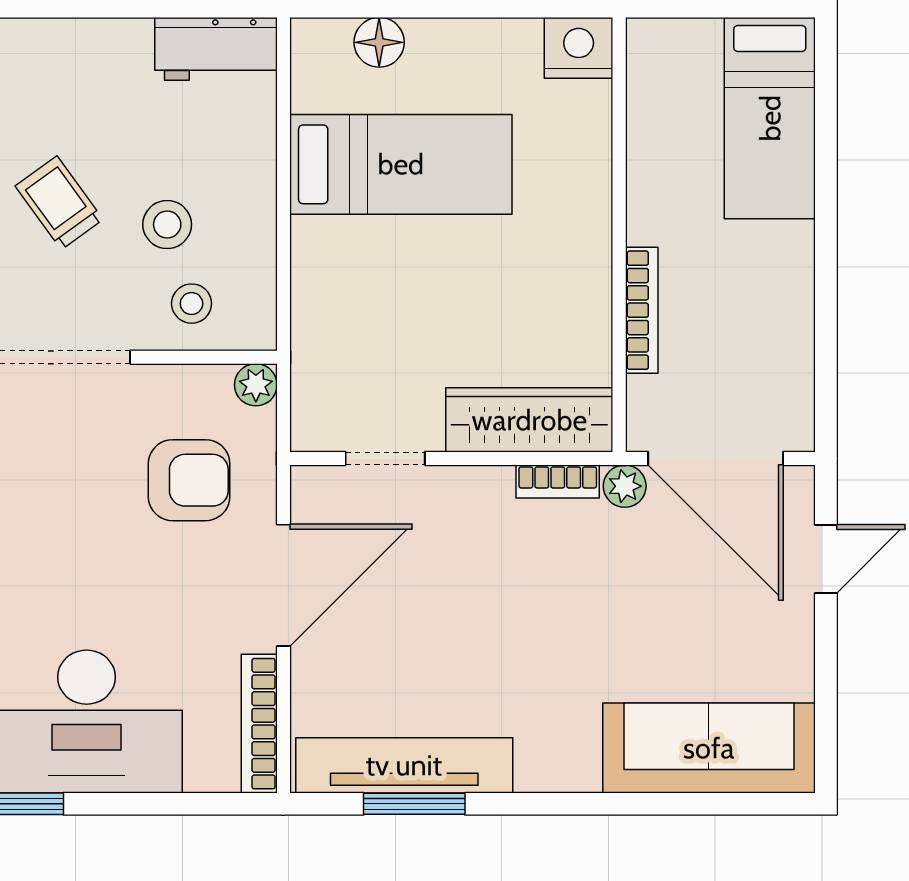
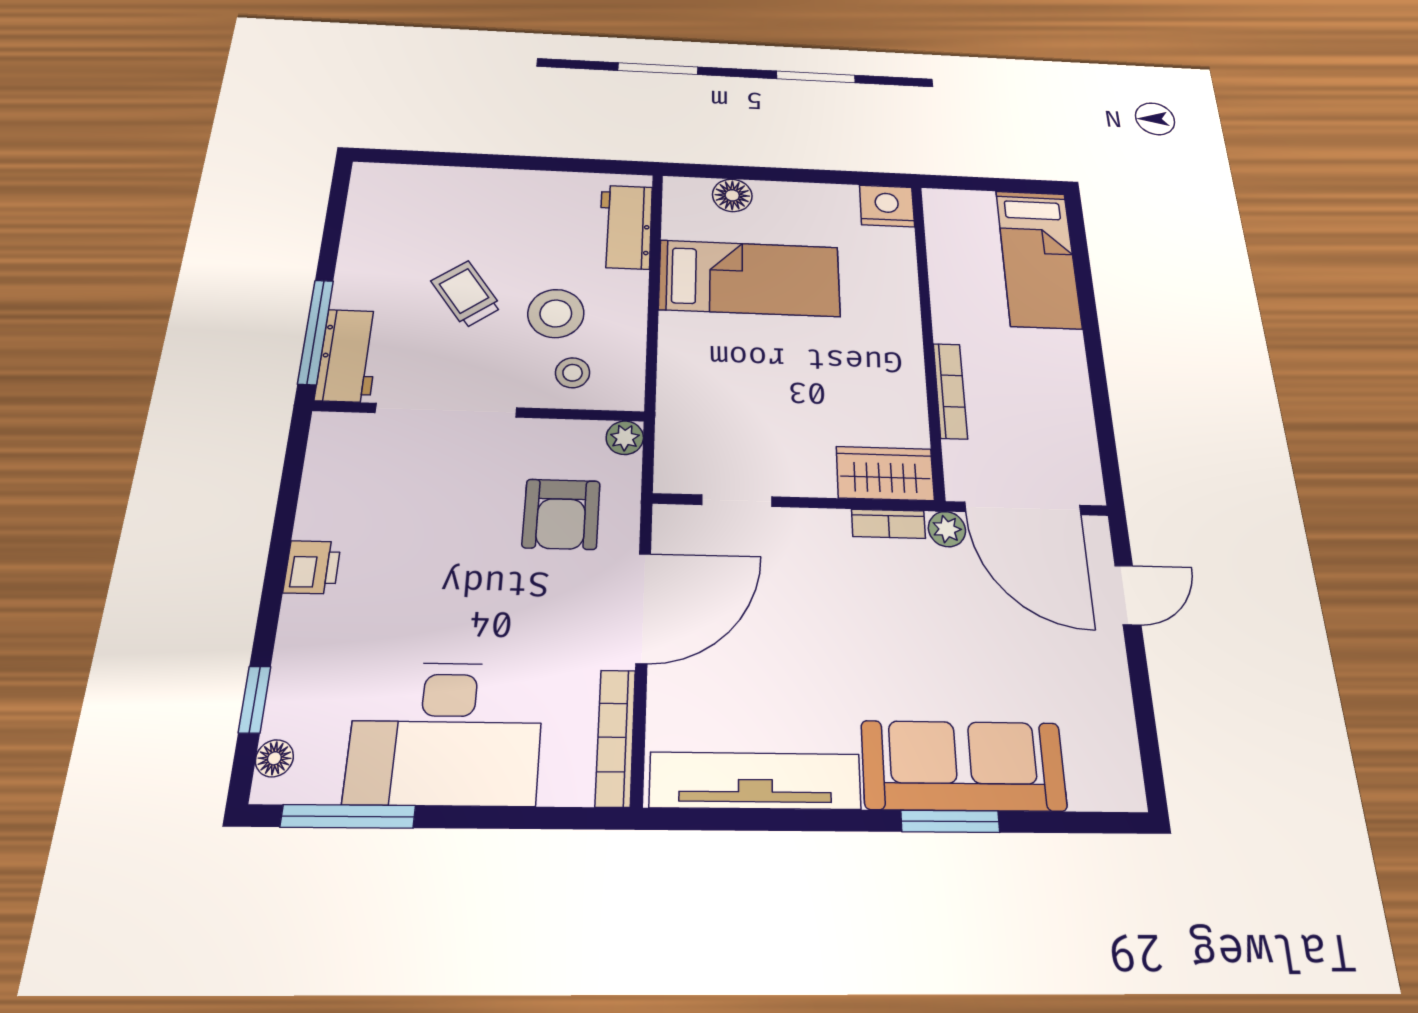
workbench: (216, 49) -> (625, 227), moved, turned 90
stool: (167, 225) -> (556, 313), width x1.38, depth x1.38
wardrobe: (529, 420) -> (885, 473), width x0.67
armchair: (189, 480) -> (561, 514), turned 90
sofa: (709, 748) -> (963, 766), moved
window: (414, 804) -> (950, 821), moved

